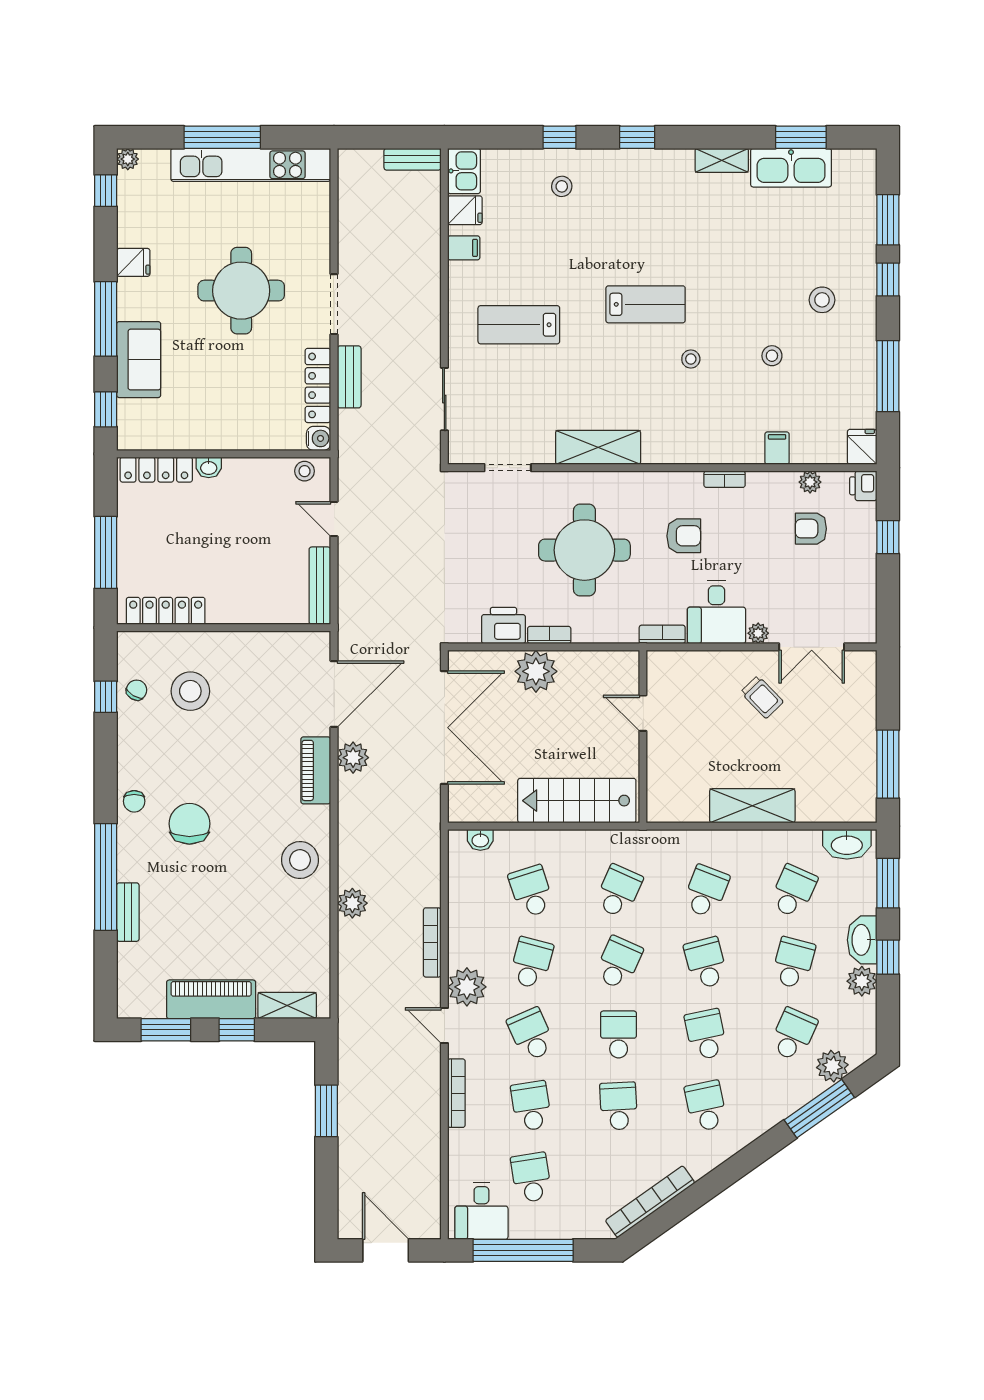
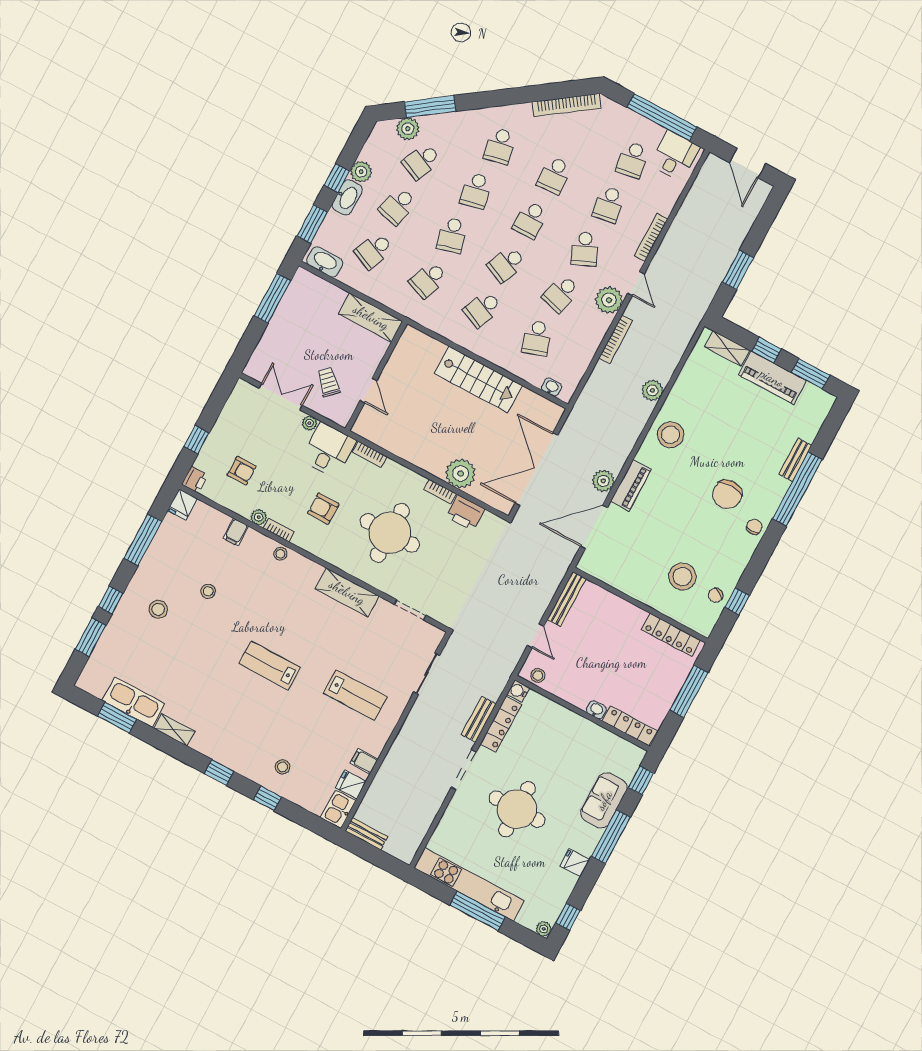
stool: (691, 359) -> (280, 554), moved
plant: (810, 482) -> (259, 517), moved
door: (643, 713) -> (368, 391), moved
wall: (643, 737) -> (376, 376), moved

